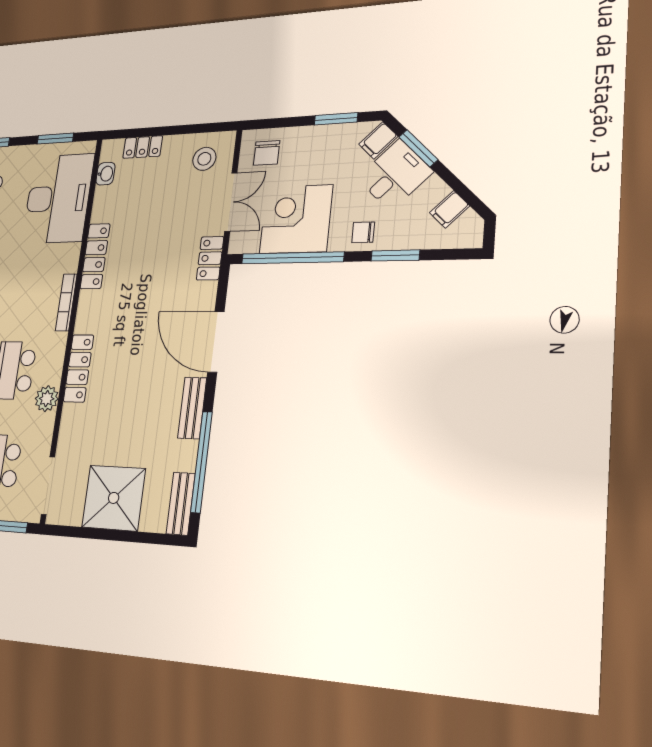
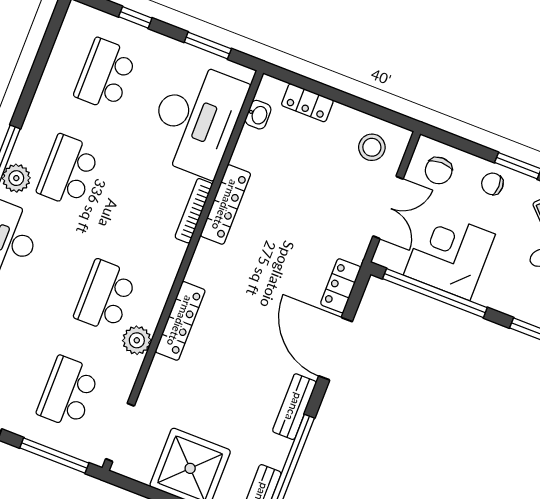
chair: (363, 232) -> (492, 184), moved
locker: (210, 258) -> (341, 286), moved
bookcase: (66, 302) -> (194, 211), moved

